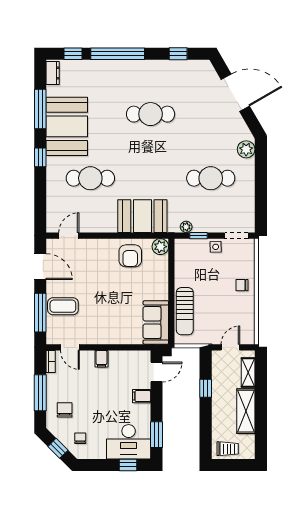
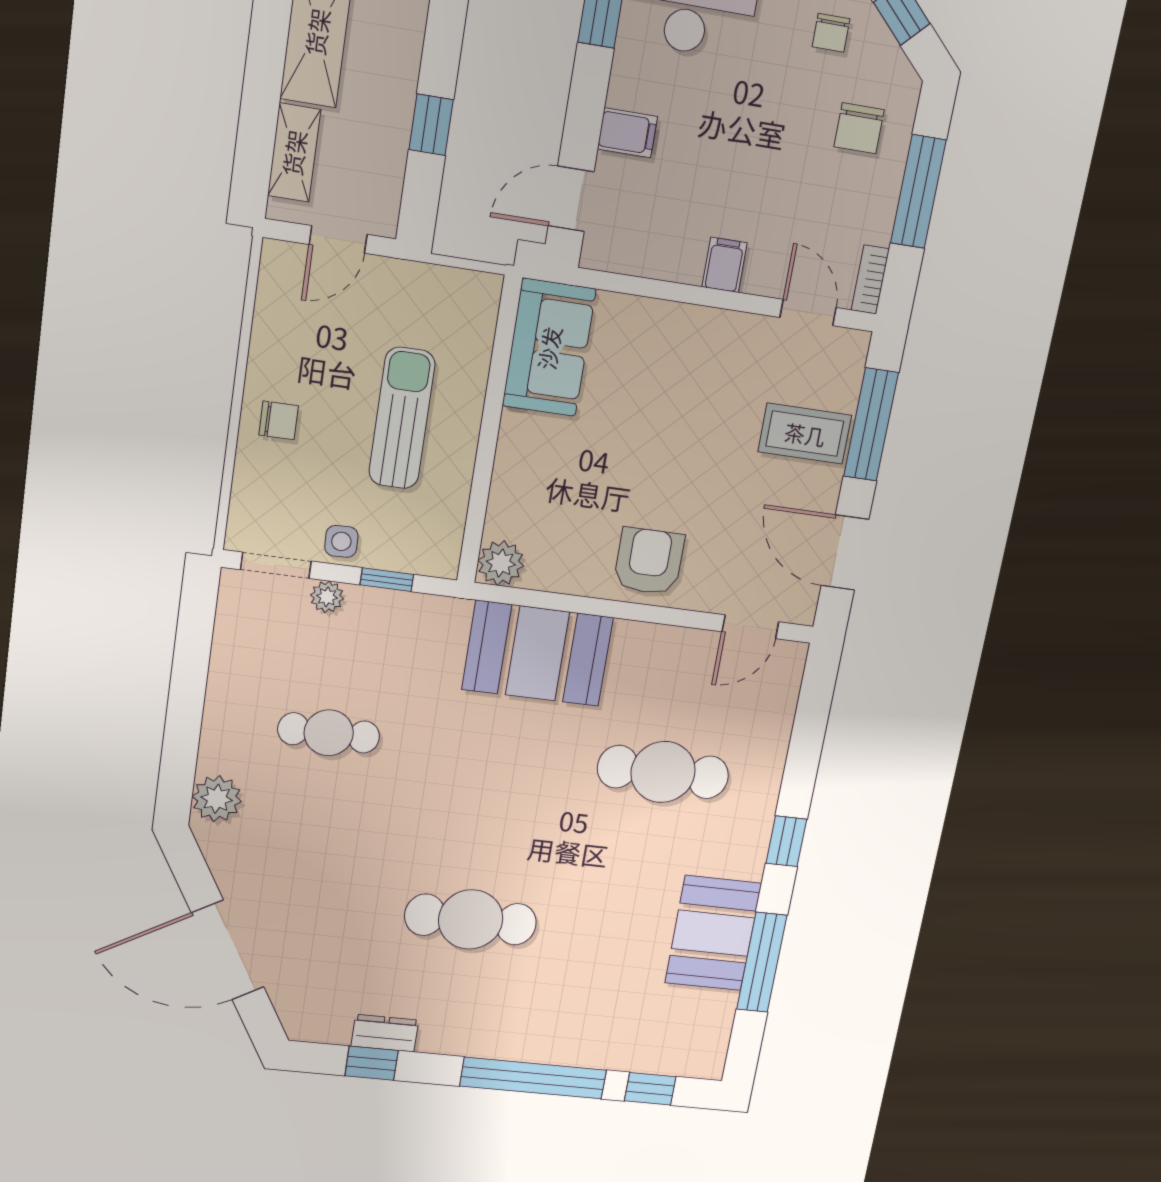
dresser: (53, 73) -> (385, 1033), moved, turned 90
booth: (67, 126) -> (713, 933), width x0.73, depth x0.70
cafe table: (211, 178) -> (329, 733), width x0.73, depth x0.74
plant: (186, 227) -> (327, 597), moved
armchair: (130, 256) -> (649, 561), moved
sun lounger: (185, 311) -> (402, 418), moved

